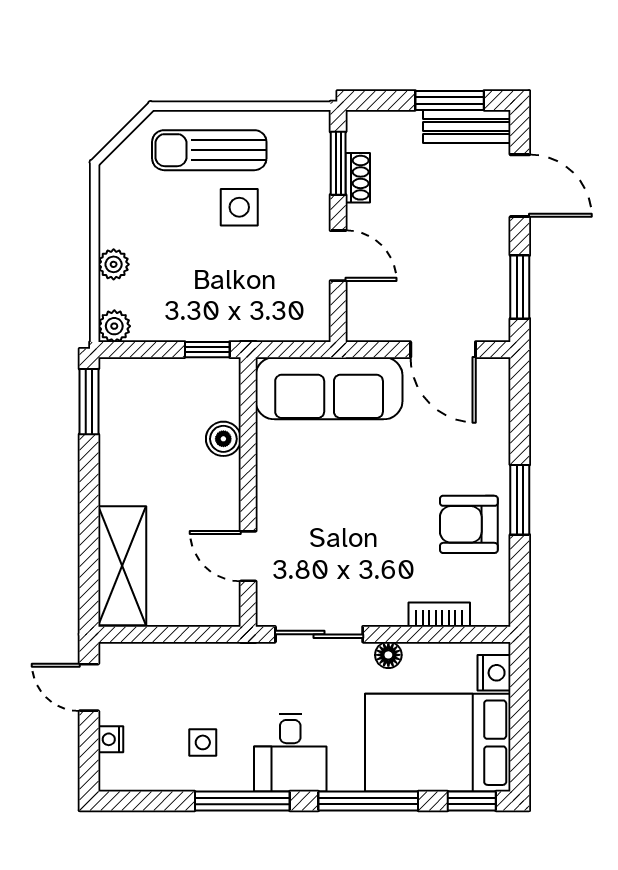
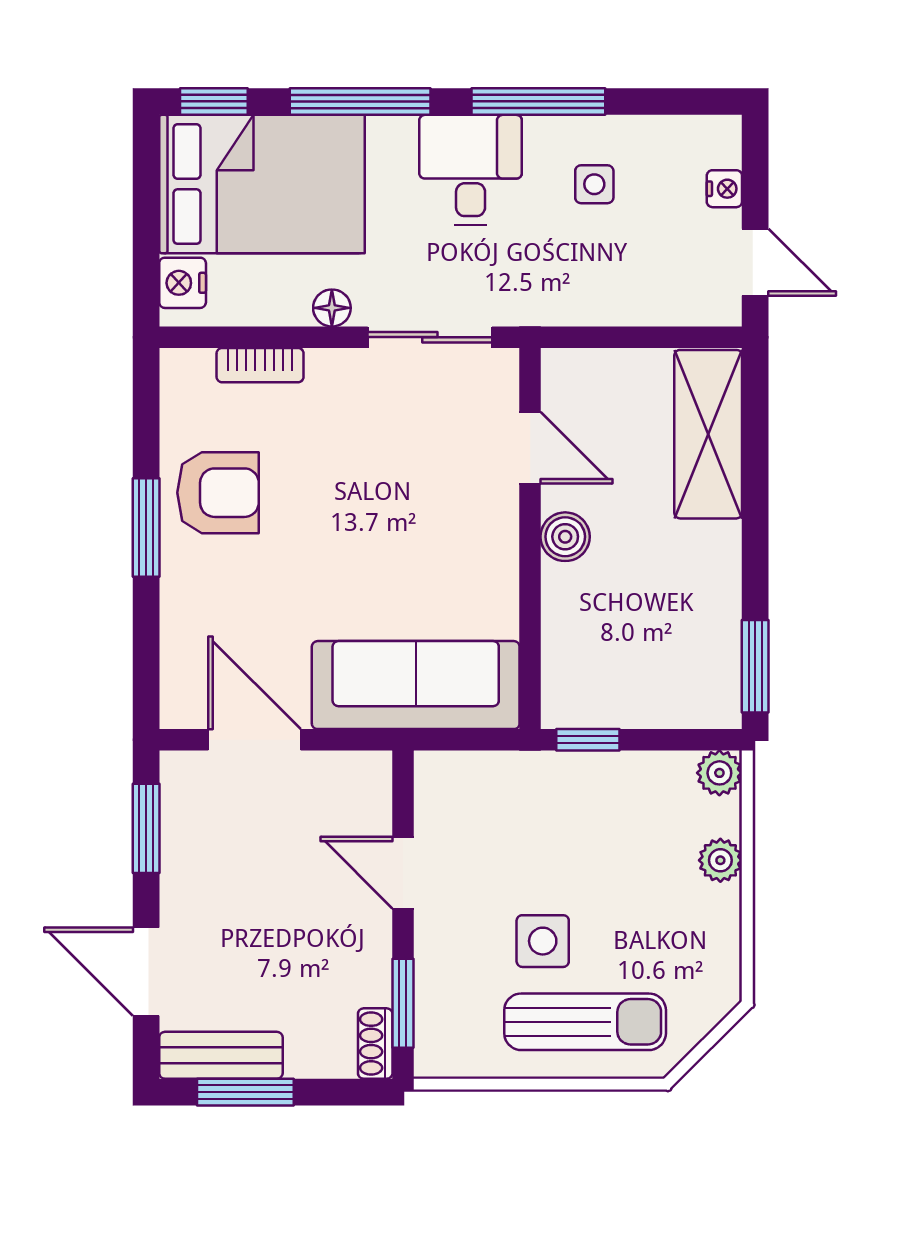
shoe rack: (358, 178) -> (375, 1044), moved
boiler: (223, 439) -> (565, 537), moved

